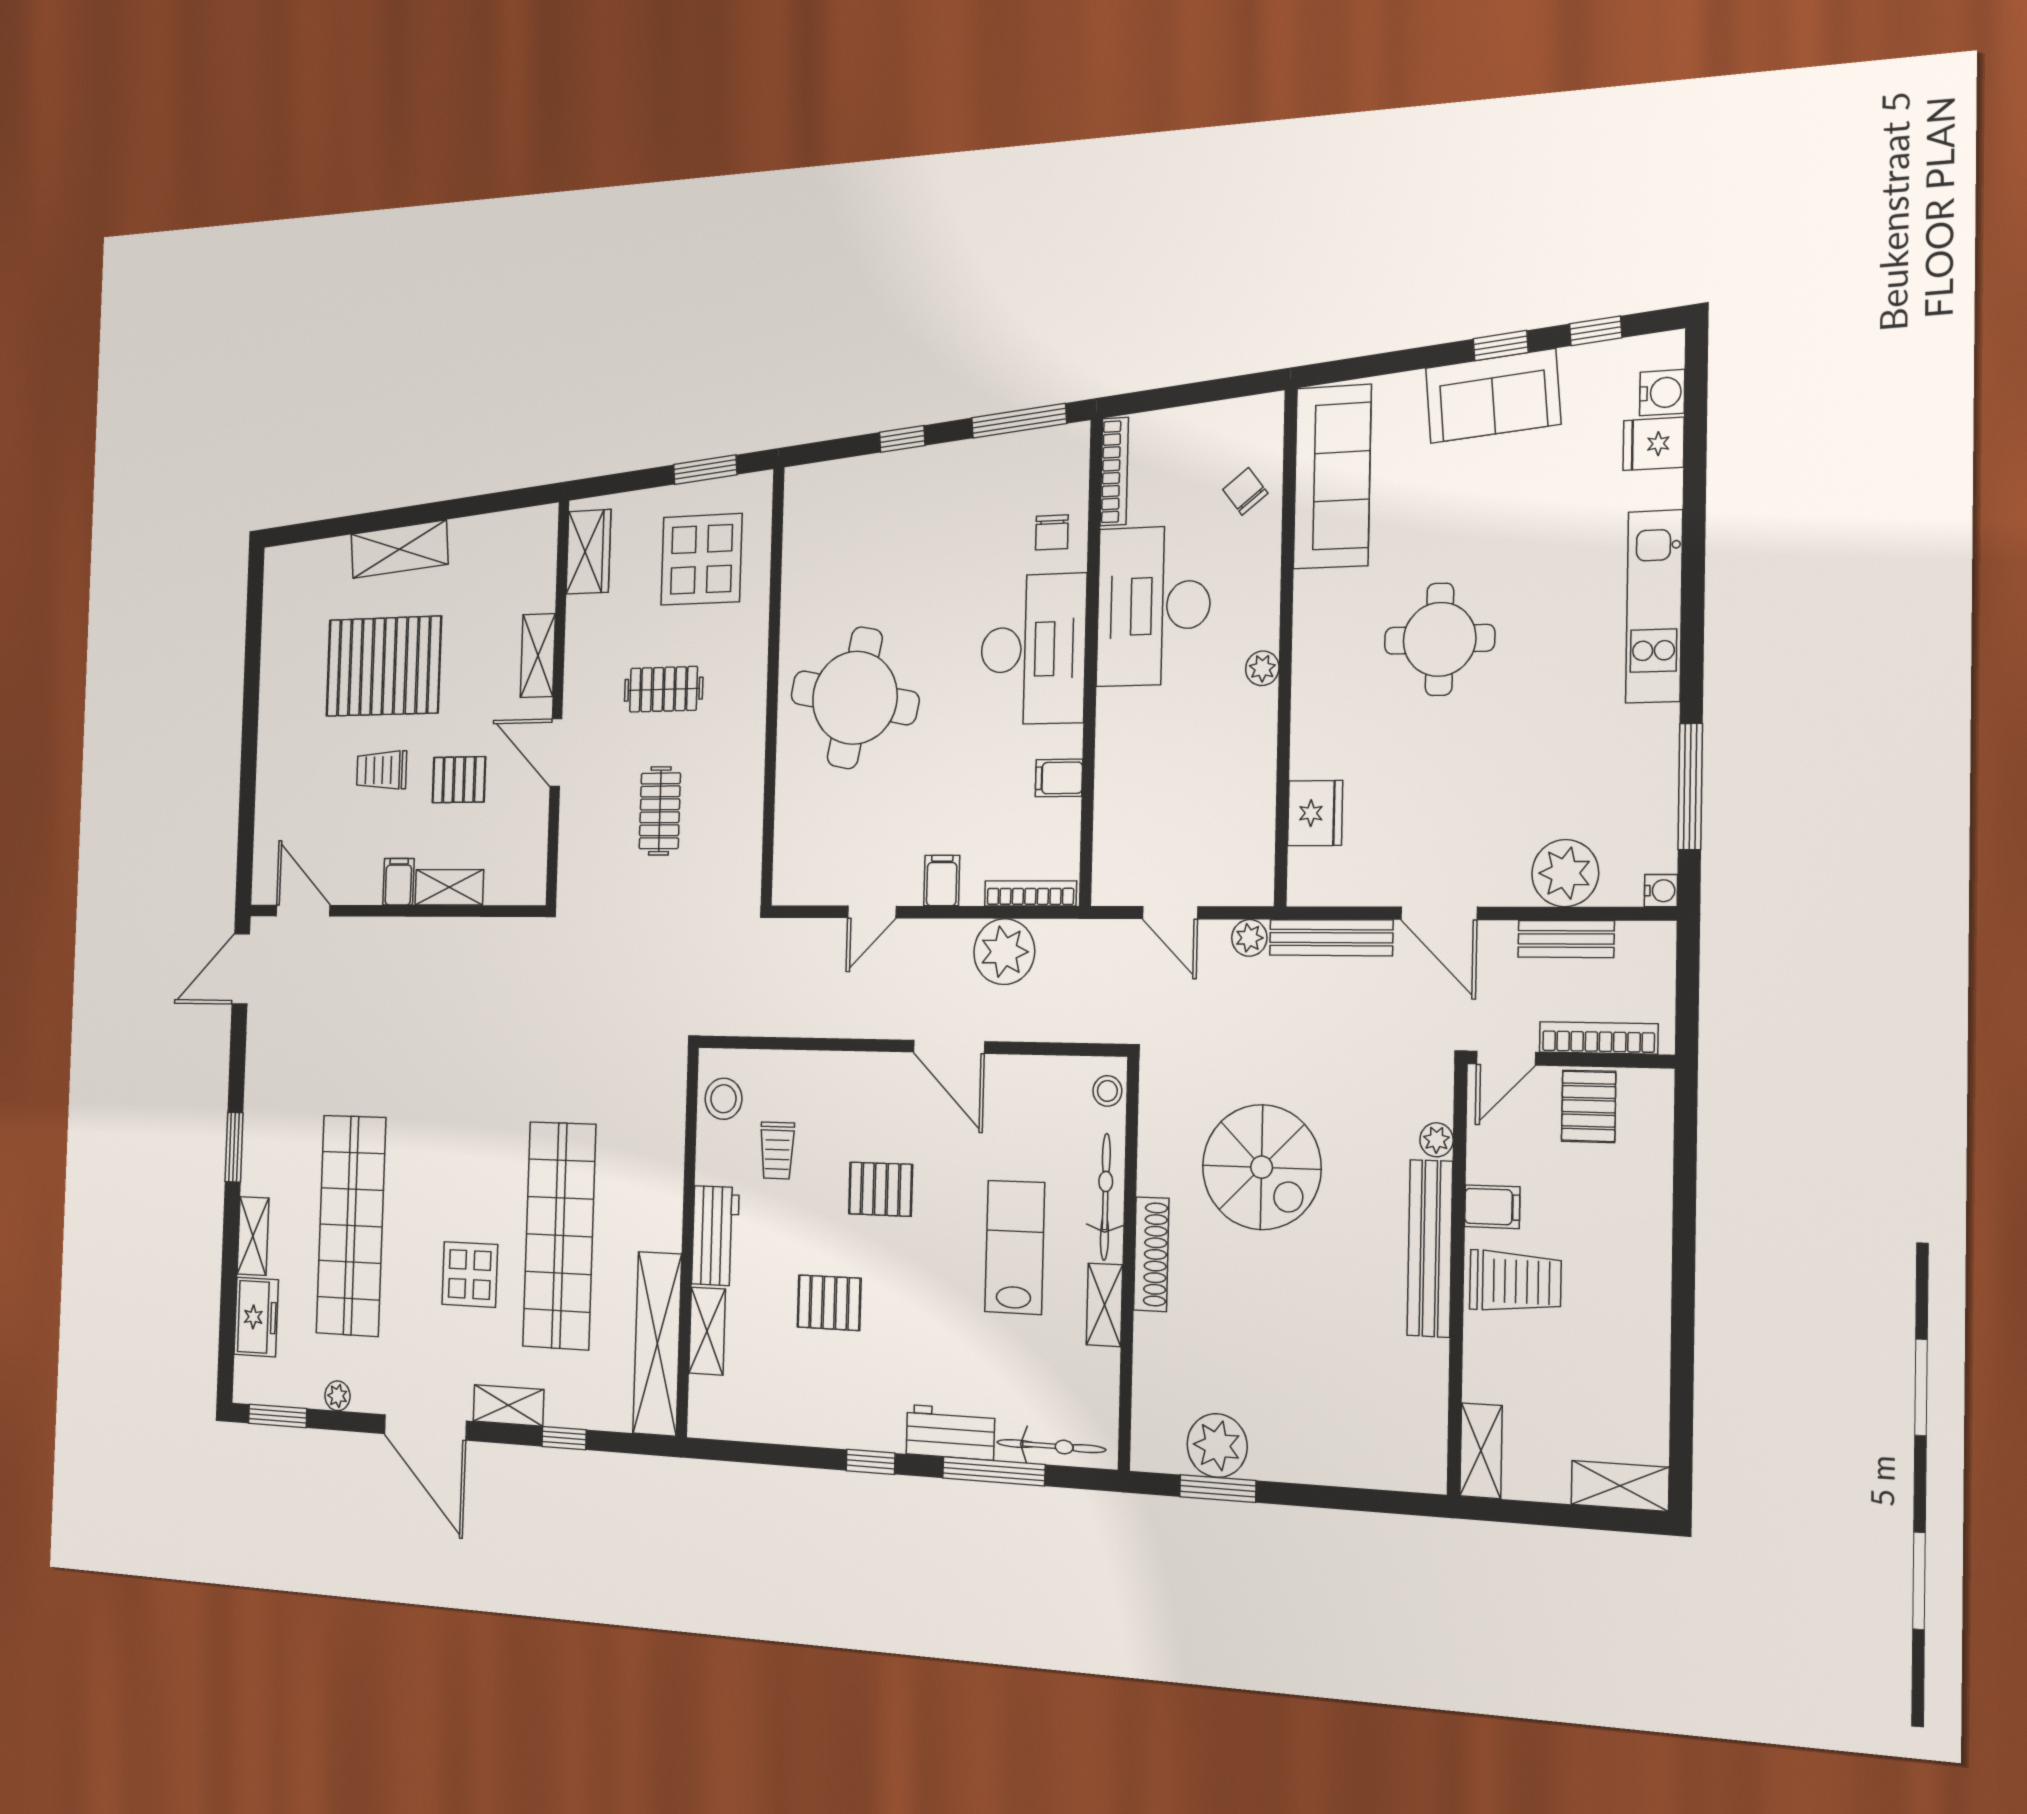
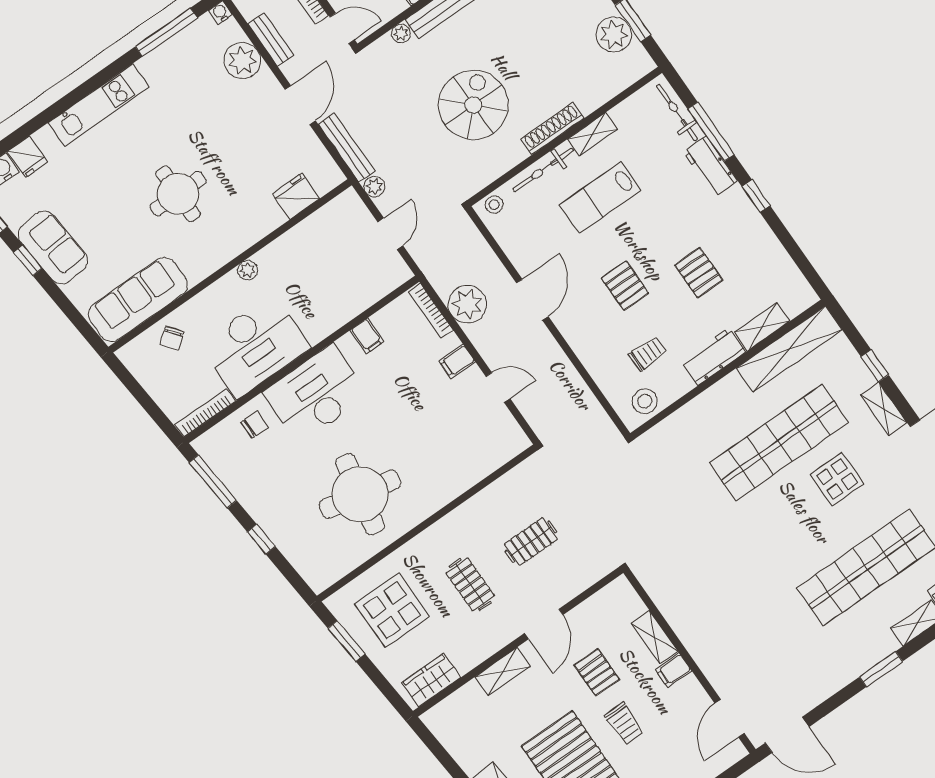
round table: (855, 698) -> (360, 494), moved

